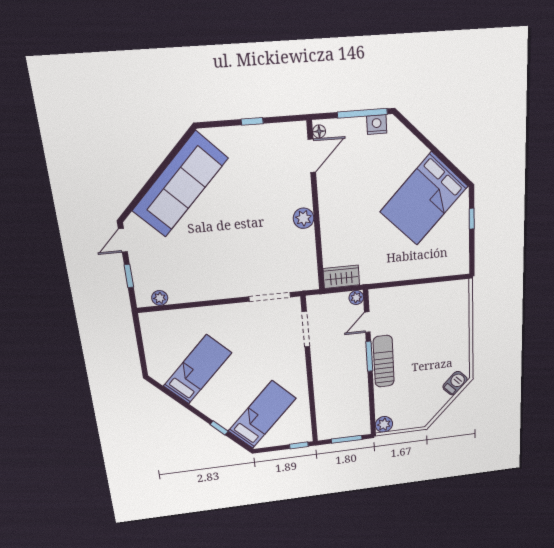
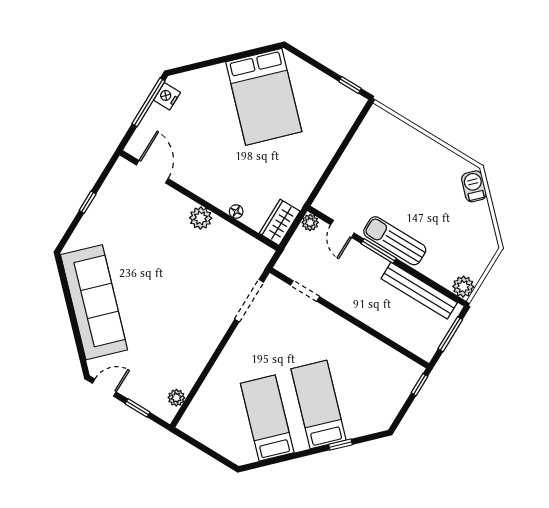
floor lamp: (319, 131) -> (236, 211), moved
window: (472, 219) -> (350, 85), moved
door: (123, 240) -> (104, 388), swing flipped
doorway: (306, 329) -> (305, 291), width x0.73
bench: (361, 400) -> (419, 291), added
bed: (262, 415) -> (319, 404), moved

